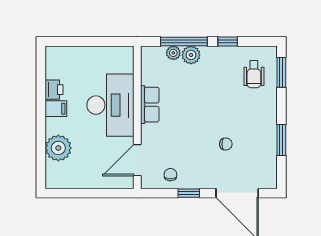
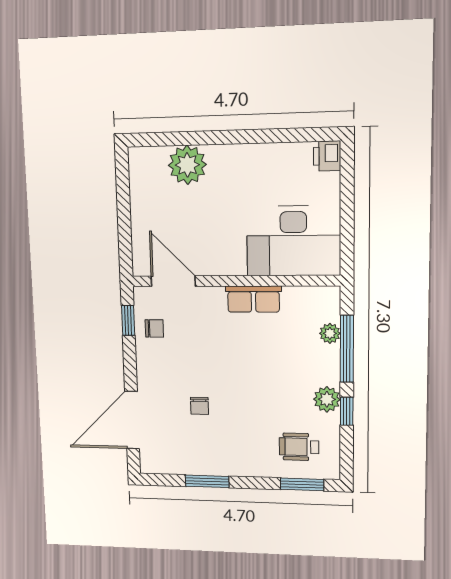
plant: (191, 55) -> (327, 399), moved
printer: (54, 90) -> (327, 156), moved, turned 90
desk: (110, 105) -> (293, 241), moved
filing cabinet: (56, 109) -> (245, 160), removed
window: (189, 193) -> (128, 320), moved

